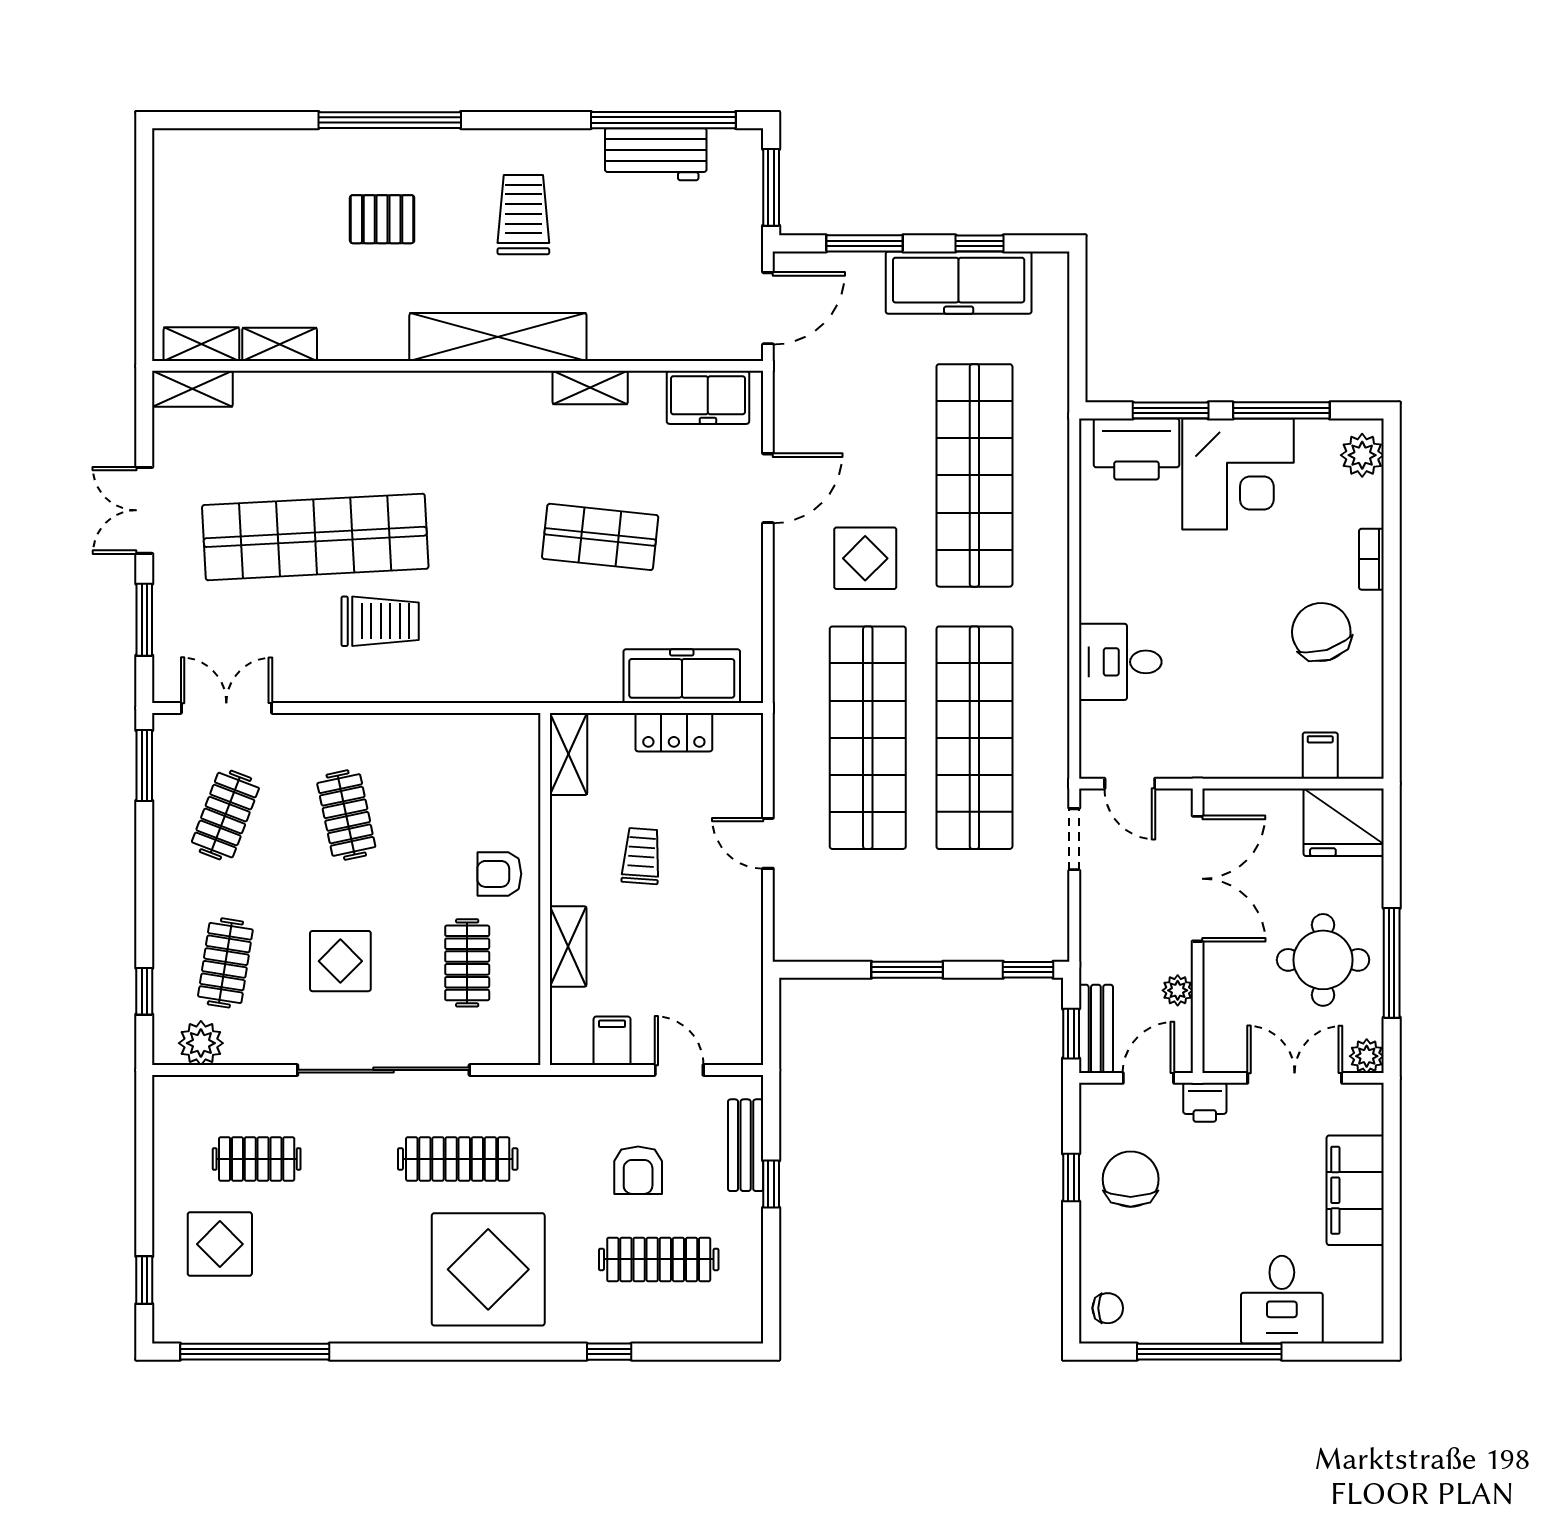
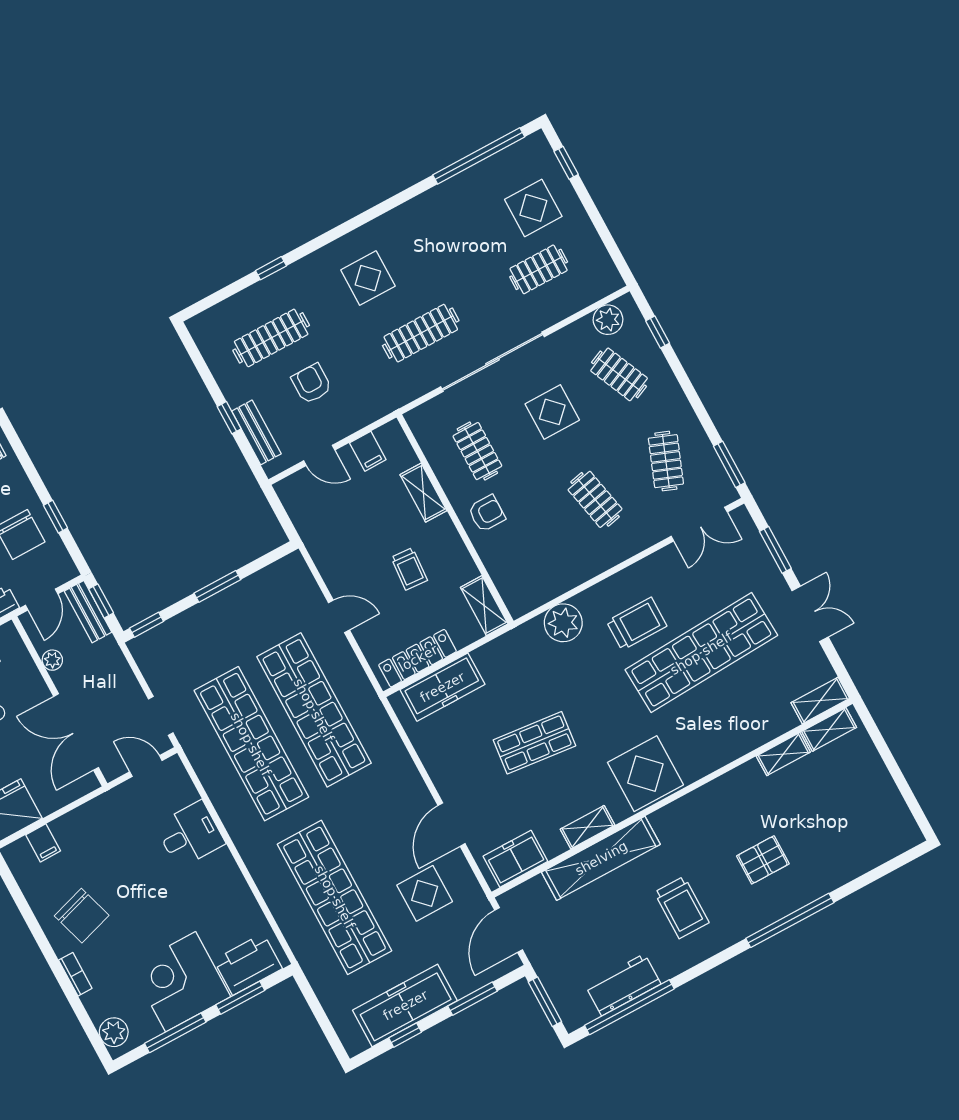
shelving: (498, 337) -> (601, 858), moved
display table: (476, 417) -> (645, 774), added
display table: (865, 558) -> (425, 893), moved
trolley: (380, 621) -> (637, 624), turned 180
plant: (476, 675) -> (563, 623), added
locker: (674, 732) -> (418, 658), width x1.53
clothes rail: (225, 963) -> (619, 374), turned -33
display table: (488, 1269) -> (368, 278), width x0.54, depth x0.54

